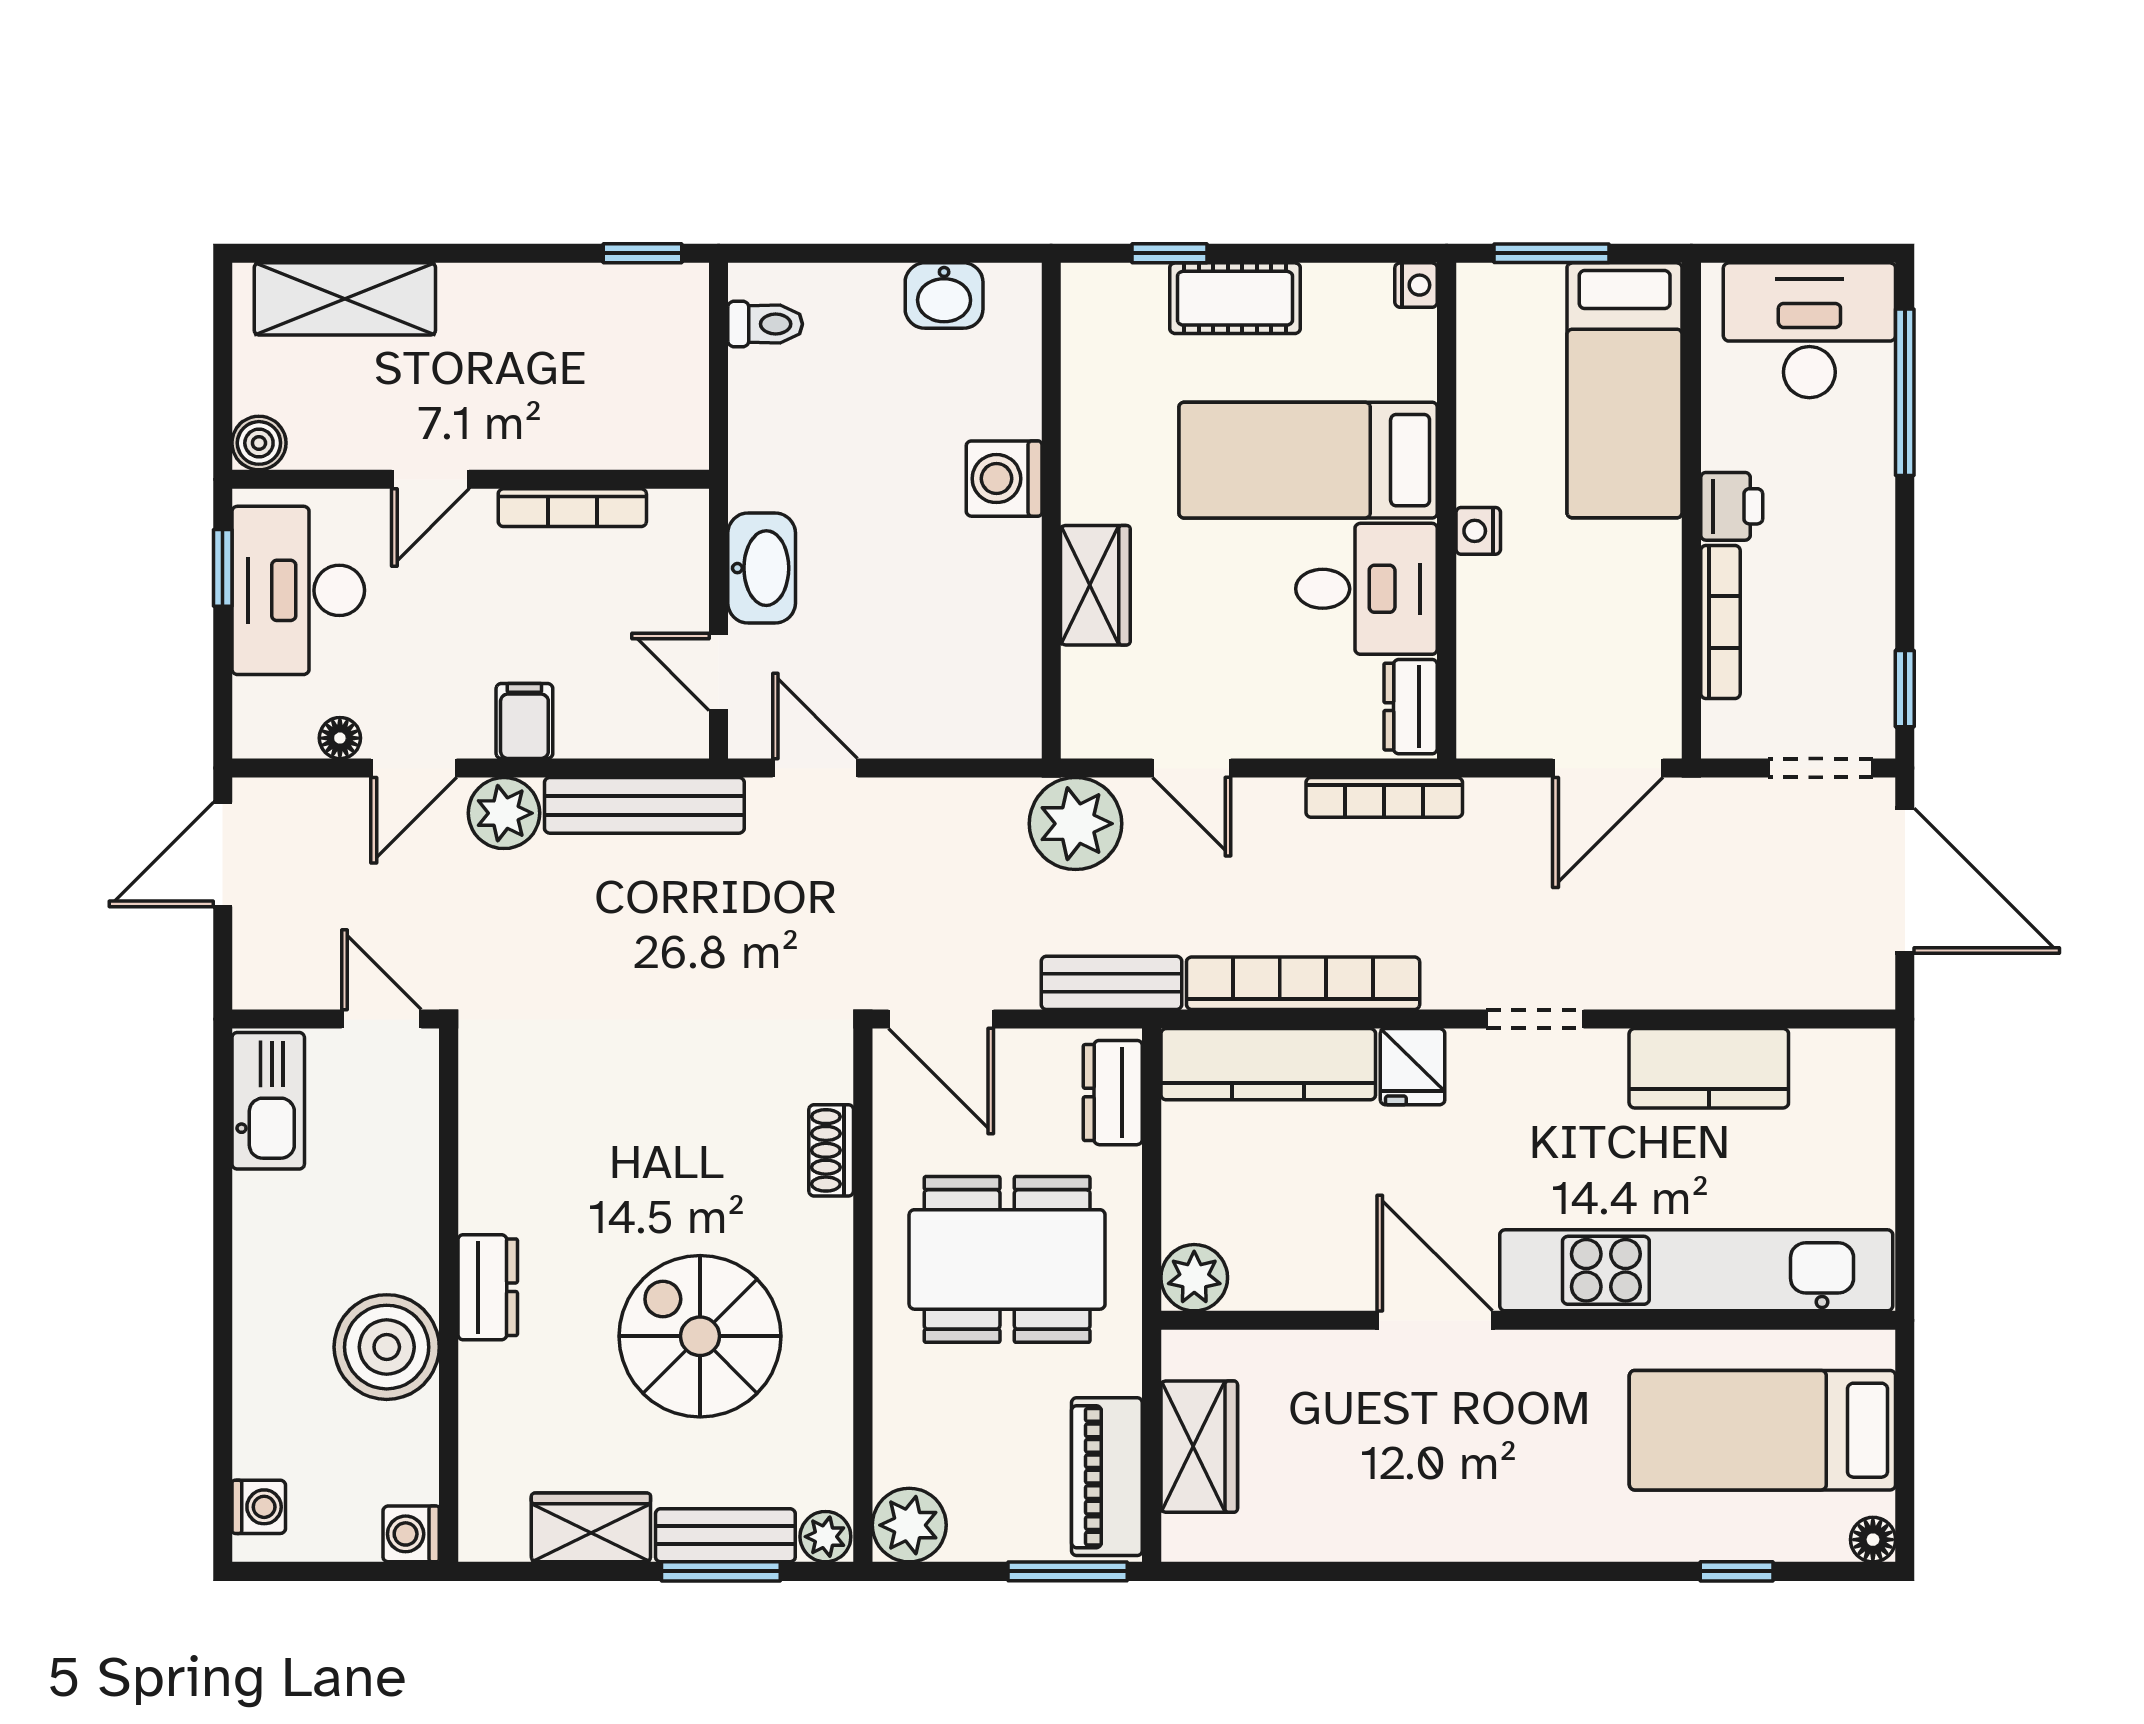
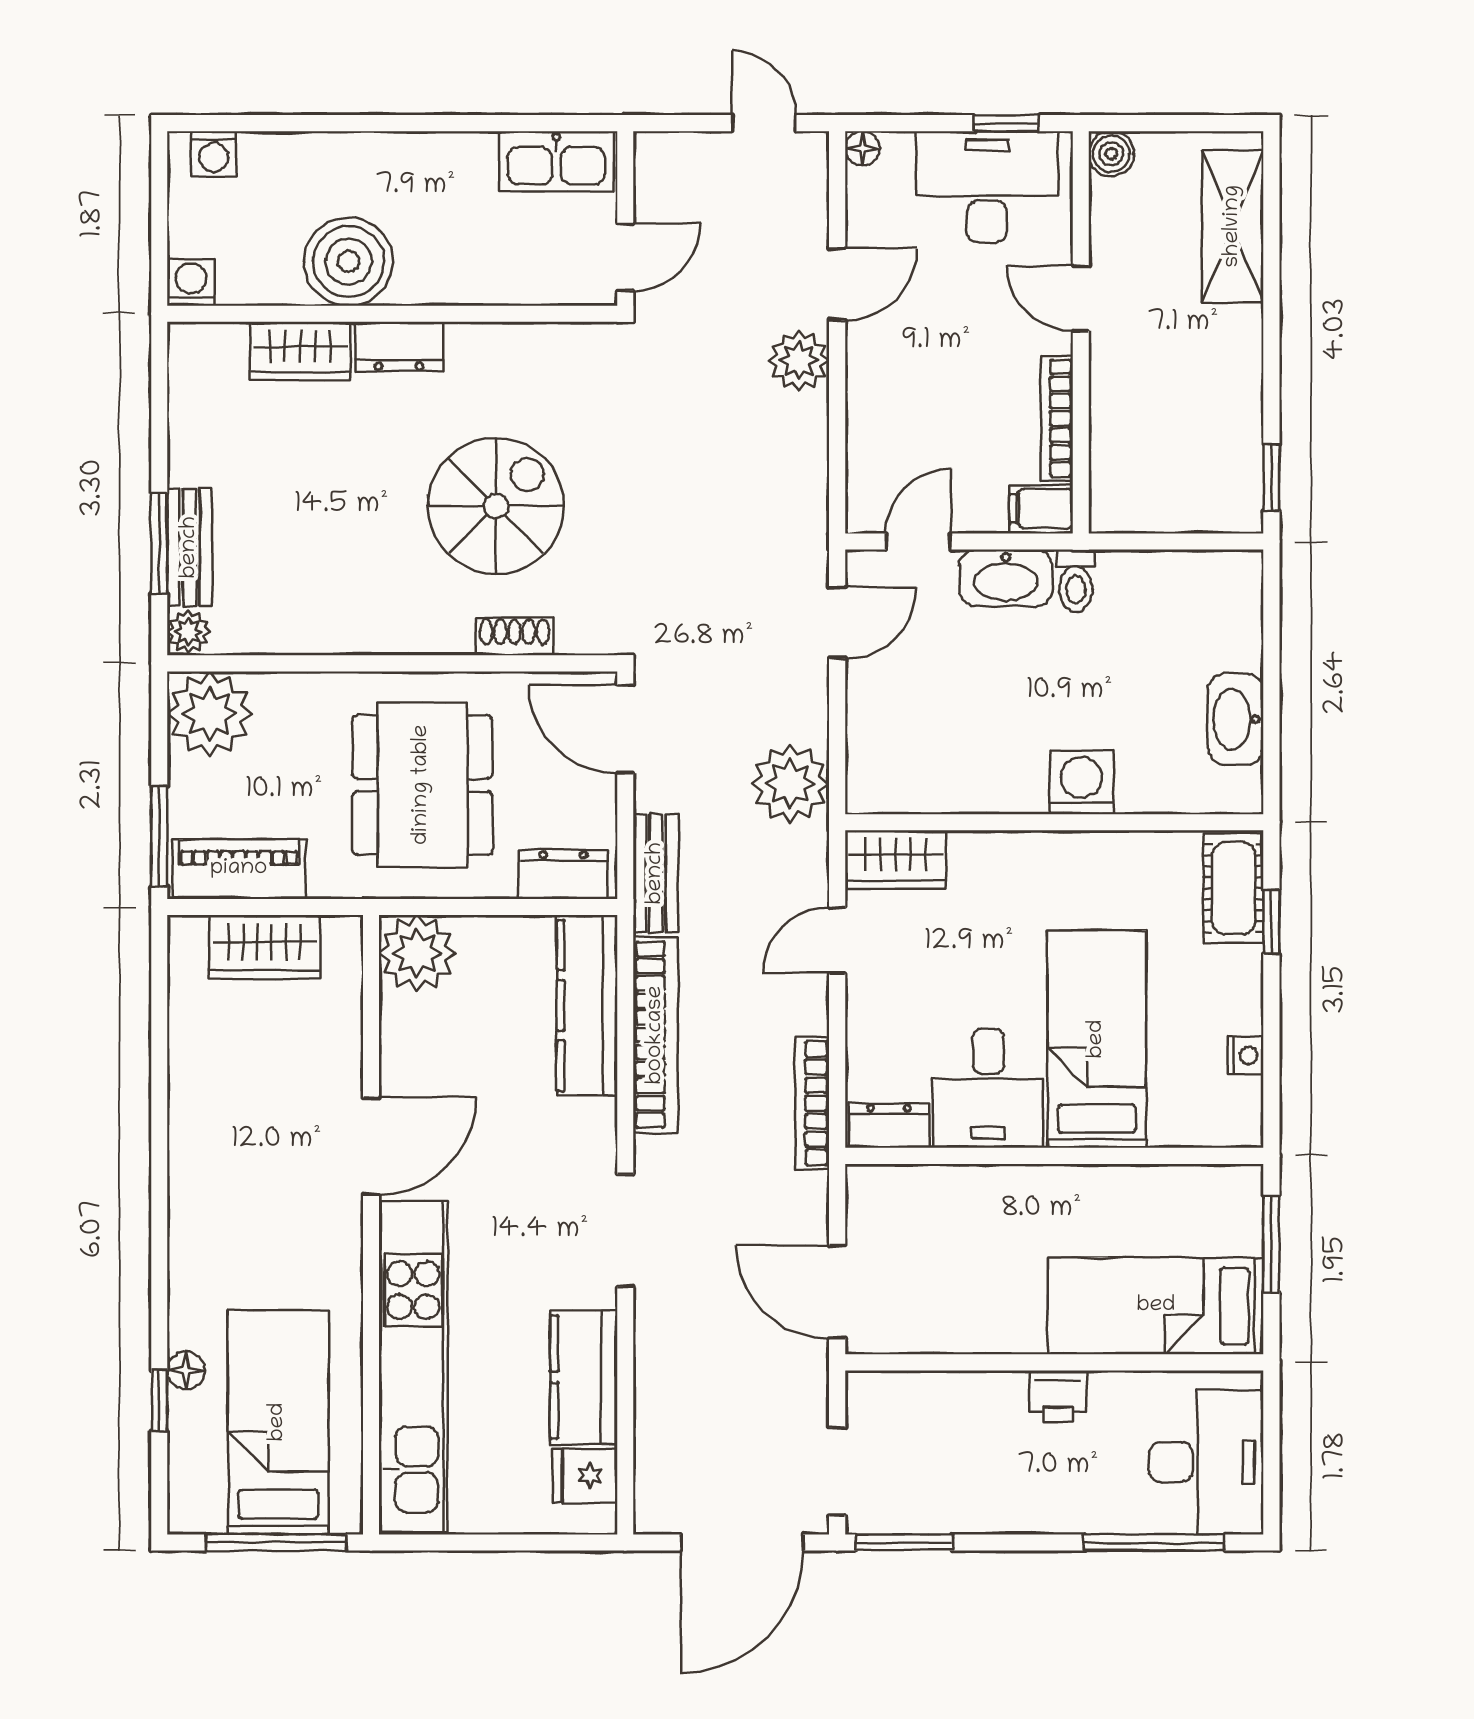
nightstand: (1416, 285) -> (1246, 1055), moved, turned -90
washbasin: (944, 296) -> (1236, 719), width x1.38
cot: (1235, 298) -> (1234, 888), moved
toilet: (765, 324) -> (1076, 581), moved
nightstand: (1478, 531) -> (1037, 1183), removed
wardrobe: (1095, 585) -> (896, 859), moved
bookcase: (1720, 622) -> (960, 1387), removed
window: (1905, 689) -> (904, 1542), width x1.50
filing cabinet: (524, 721) -> (1041, 509), moved, turned 180
floor lamp: (340, 738) -> (862, 148), moved
door: (414, 768) -> (837, 284), swing flipped
bench: (644, 805) -> (806, 479), removed
plant: (1076, 824) -> (790, 783), moved
door: (223, 855) -> (764, 123), width x0.73
door: (941, 1019) -> (625, 729), hinge flipped
doorway: (1535, 1019) -> (625, 1230), width x1.38
fridge: (1413, 1067) -> (585, 1476), moved
plant: (1194, 1278) -> (417, 953), width x1.36, depth x1.36
spiral stairs: (700, 1336) -> (496, 506), moved
window: (1905, 1433) -> (276, 1542), added
plant: (909, 1525) -> (210, 714), width x1.36, depth x1.36
wardrobe: (591, 1527) -> (300, 351), moved, turned 90
floor lamp: (1873, 1540) -> (186, 1370), moved

